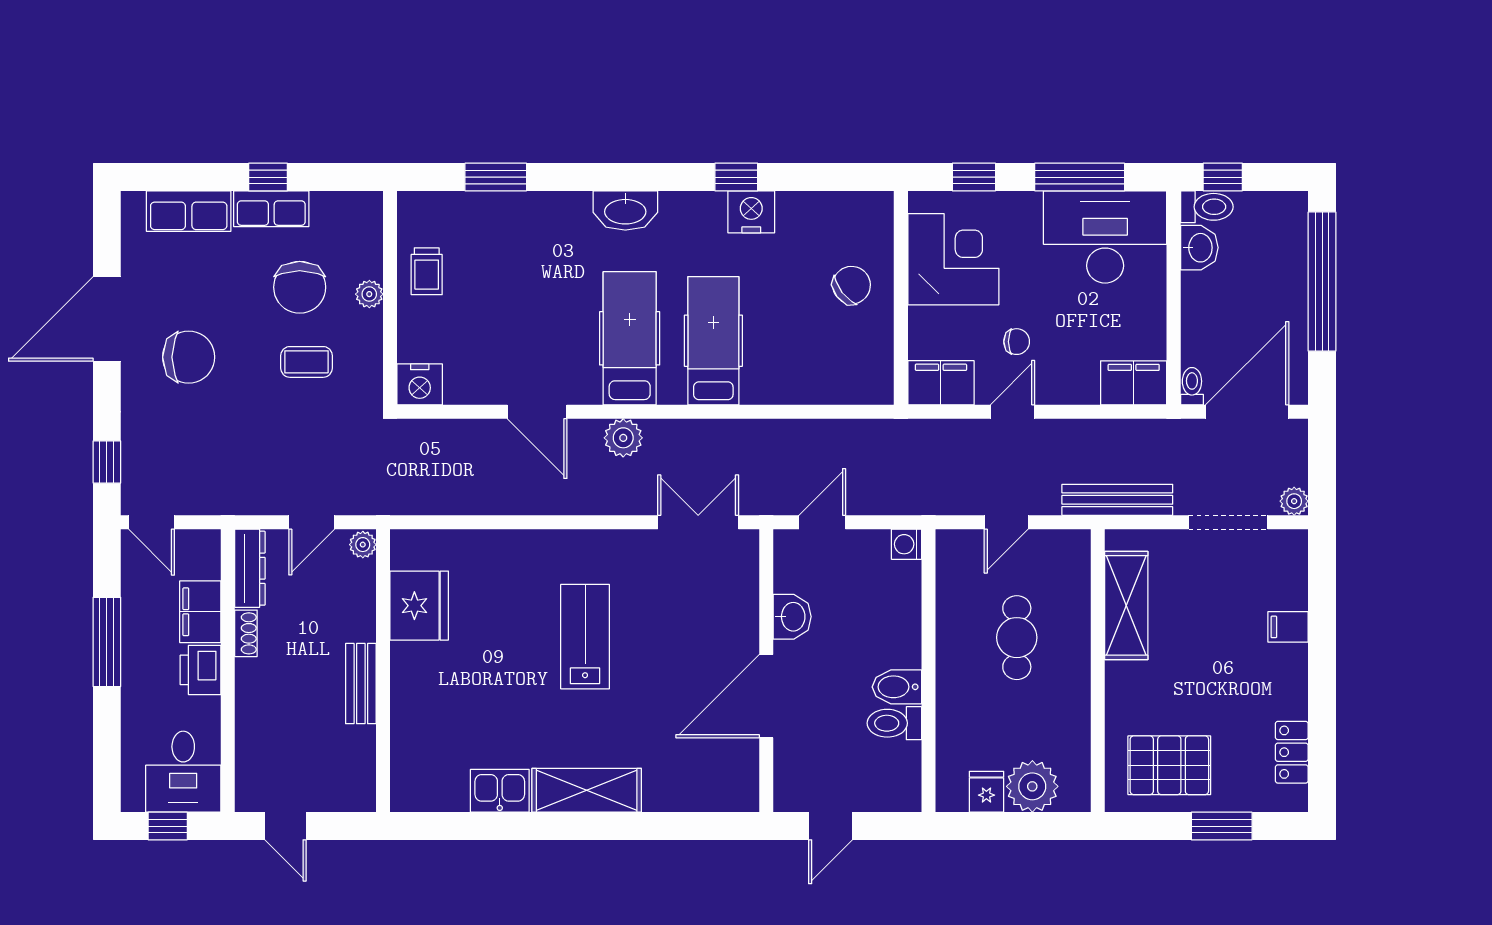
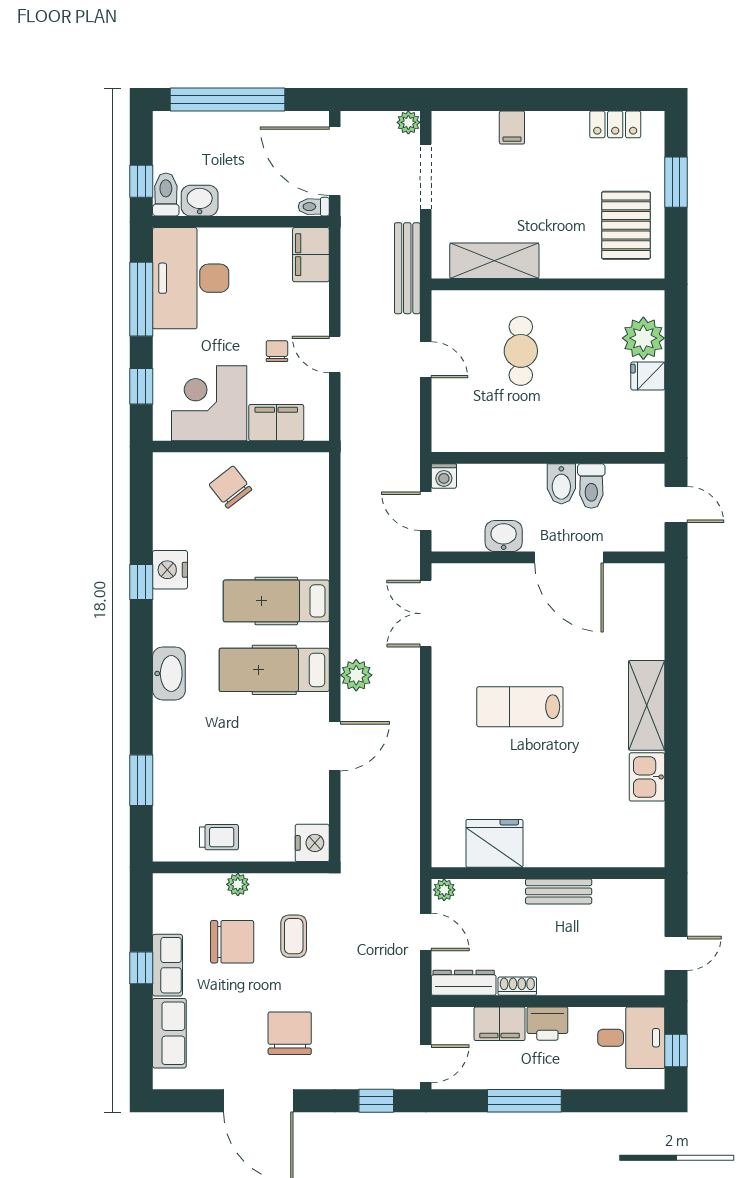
filing cabinet: (941, 383) -> (276, 423), moved, turned 90
washing machine: (907, 544) -> (444, 476), moved
cafe table: (1017, 638) -> (521, 351), turned 90
wall: (928, 671) -> (548, 458), moved
bidet: (897, 687) -> (561, 484), moved
toilet: (894, 723) -> (591, 486), moved

